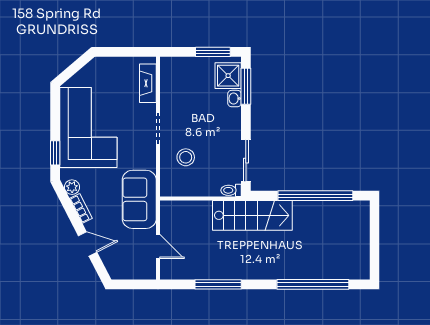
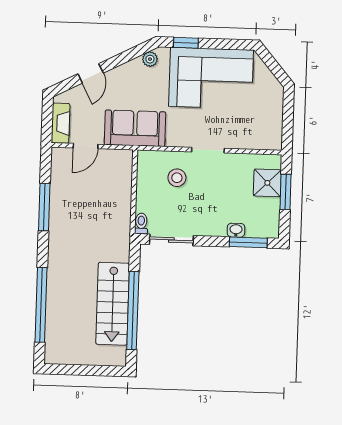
window: (213, 52) -> (285, 192), moved
shower: (228, 76) -> (267, 183), moved
fireplace: (148, 83) -> (61, 123), moved, turned 90
bookcase: (81, 208) -> (128, 68), removed
stairs: (252, 215) -> (113, 304), moved

